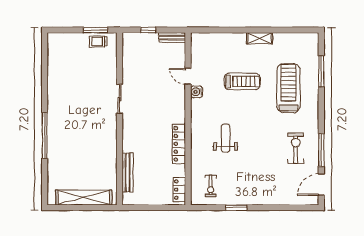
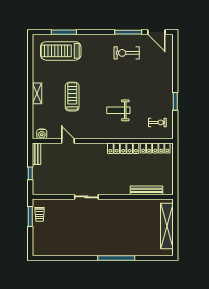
shelving: (260, 38) -> (37, 93), moved
door: (188, 76) -> (68, 141), swing flipped
treadmill: (288, 88) -> (61, 51), moved
water cooler: (197, 92) -> (42, 134), moved
locker: (179, 190) -> (155, 148), width x1.53

